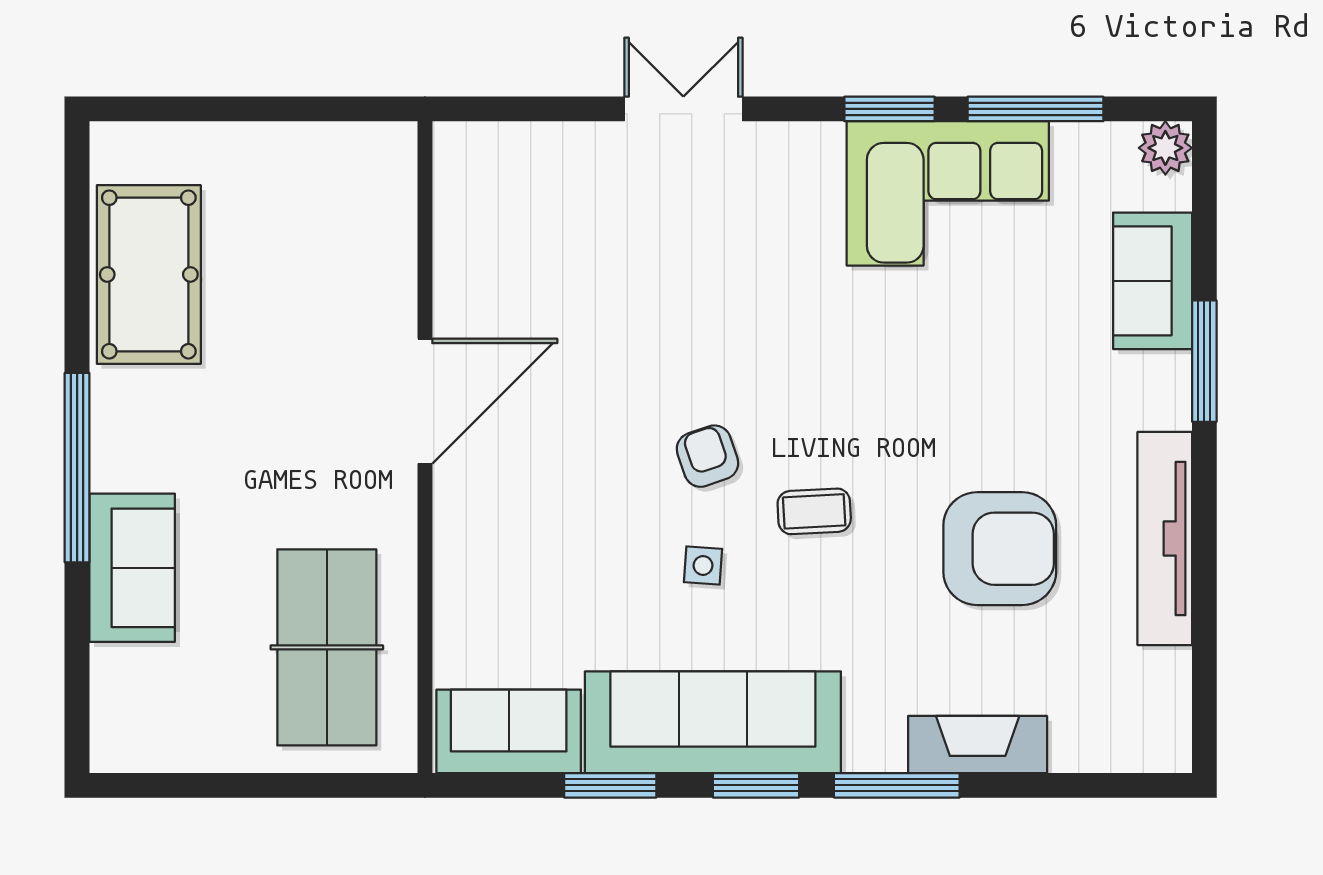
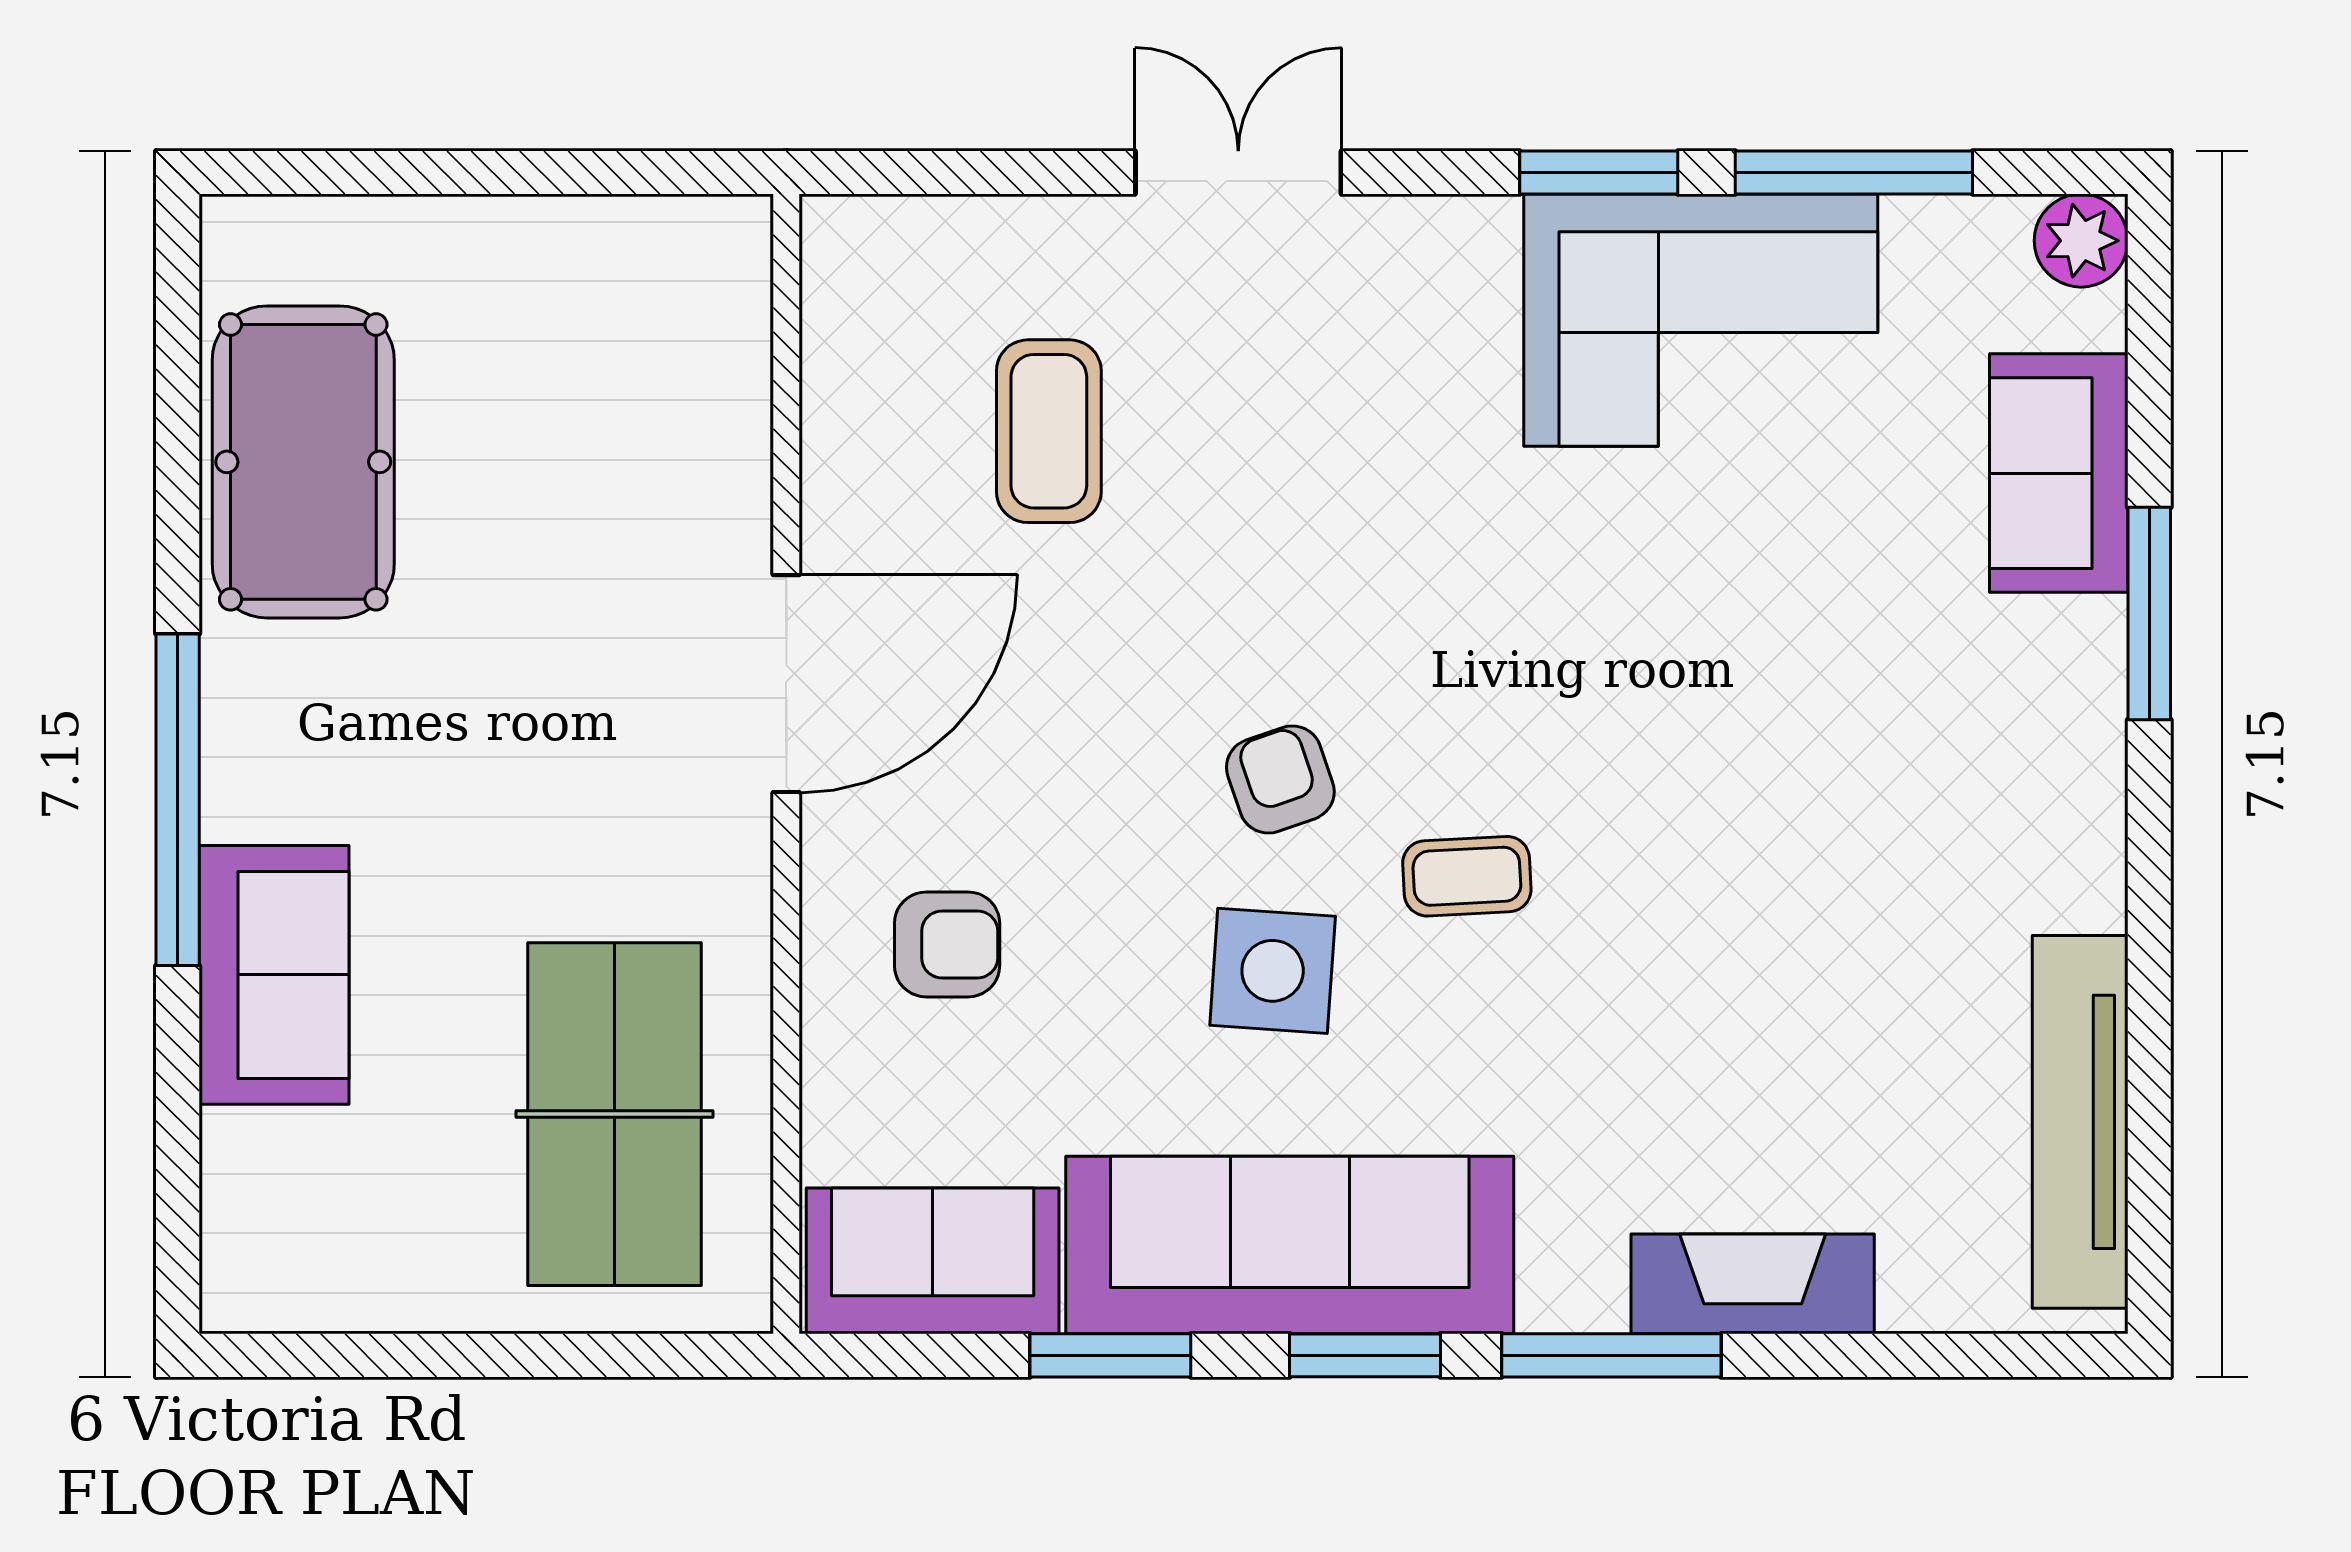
coffee table: (575, 257) -> (1049, 431), added
tv unit: (1165, 539) -> (2080, 1122), moved
armchair: (1000, 549) -> (947, 944), moved, width x0.53, depth x0.53
side table: (703, 565) -> (1273, 971), width x1.87, depth x1.87

